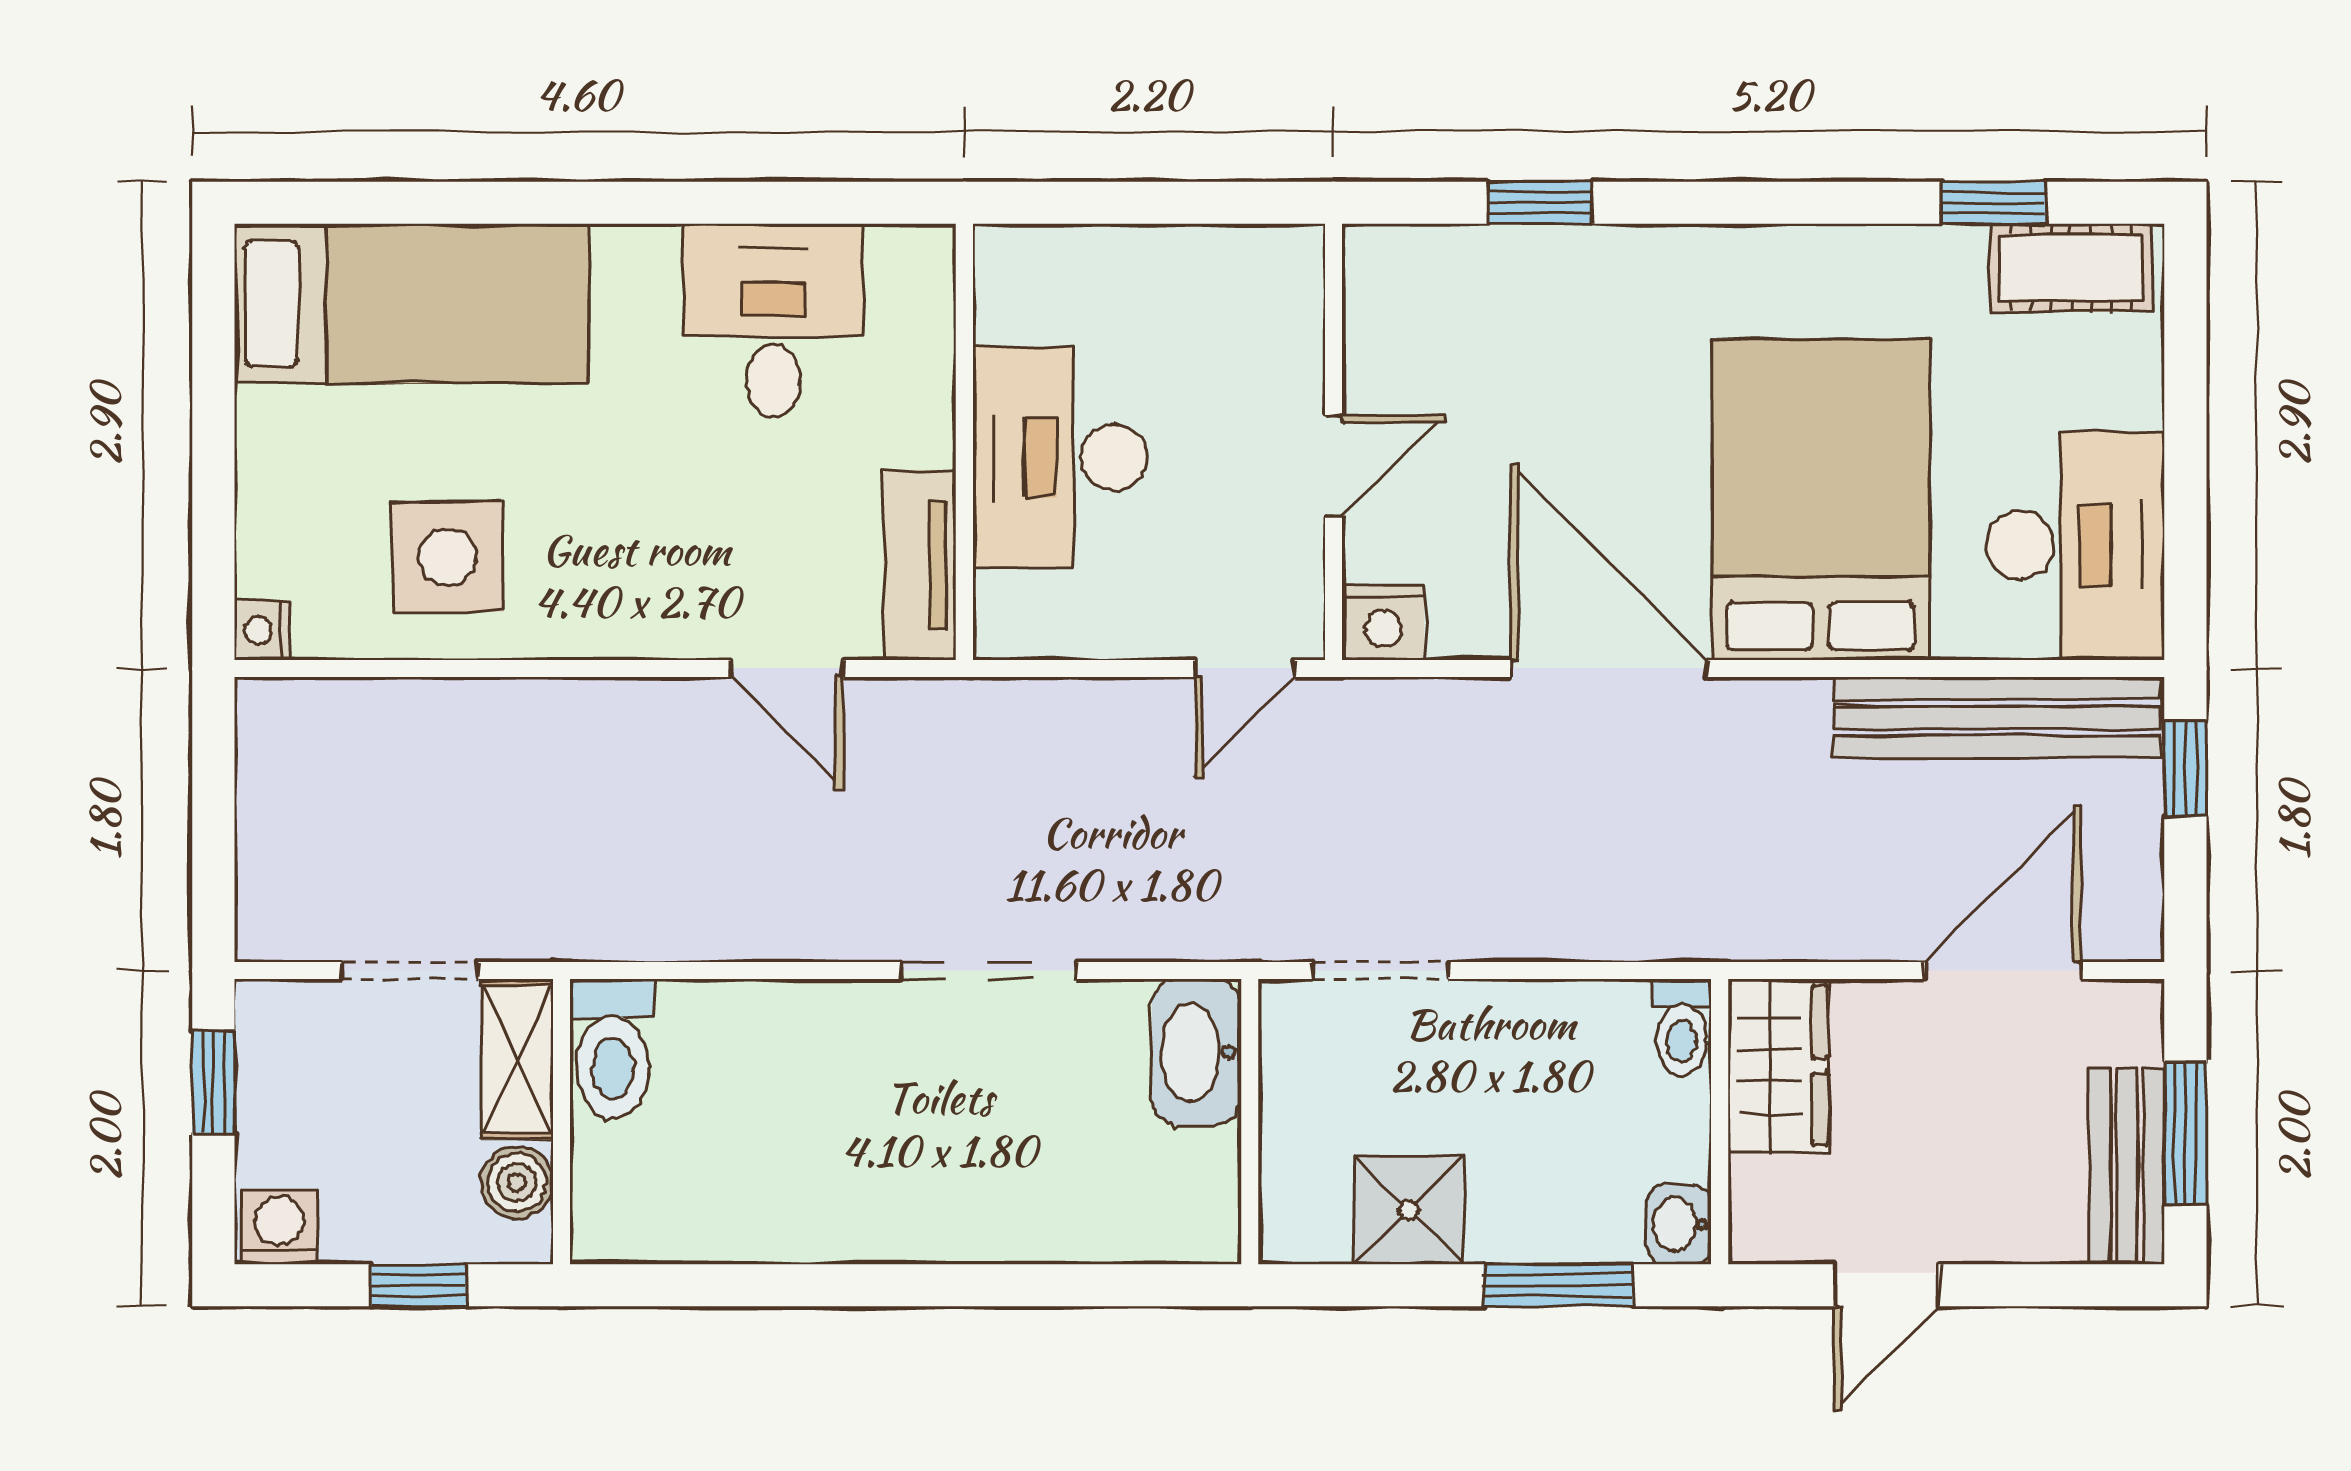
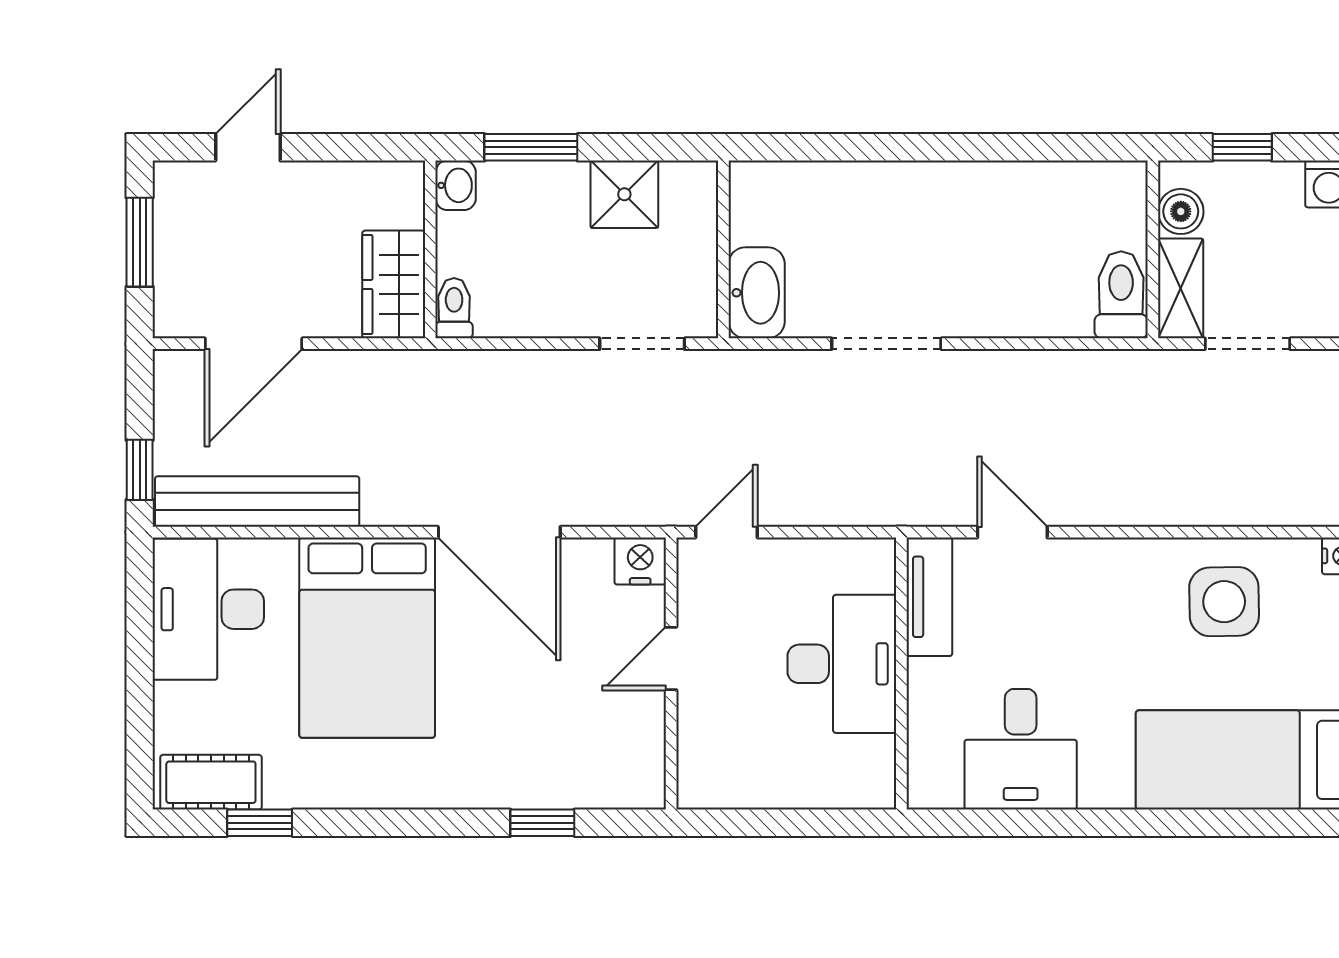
bench: (2127, 1166) -> (176, 222), removed
door: (1886, 1285) -> (248, 147), moved

